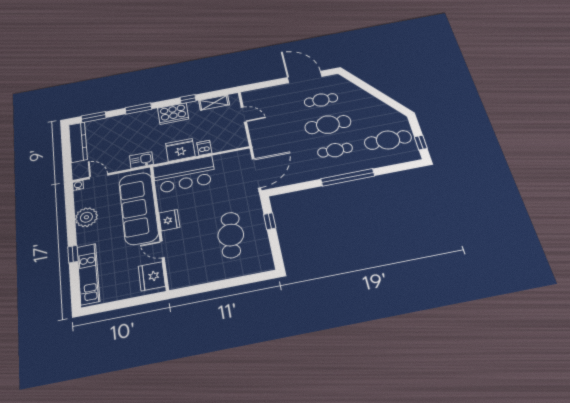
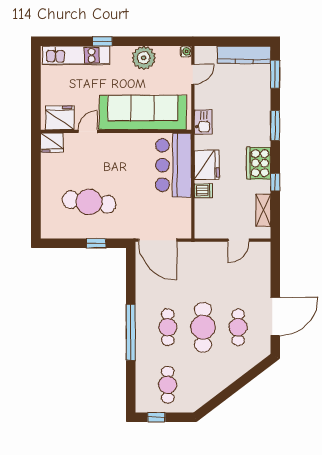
cafe table: (388, 140) -> (168, 385), width x0.73, depth x0.74
fridge: (169, 220) -> (52, 143), moved

